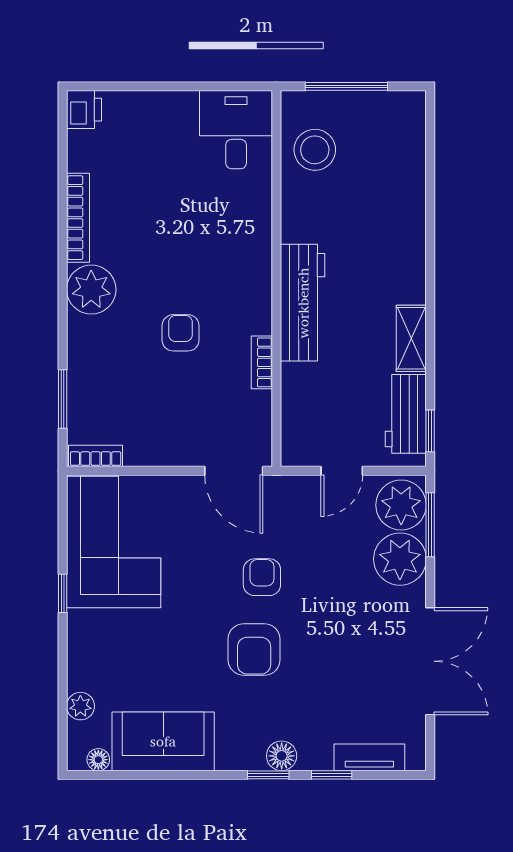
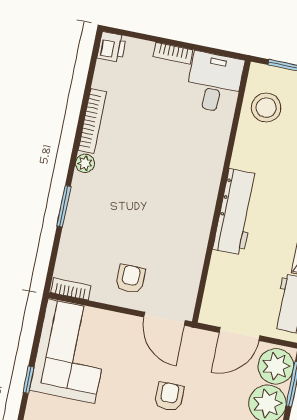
plant: (91, 290) -> (85, 163), width x0.53, depth x0.53
armchair: (181, 333) -> (130, 279), moved
bookcase: (262, 362) -> (173, 53), moved, turned -90
window: (63, 399) -> (64, 206), moved
door: (342, 471) -> (240, 334), width x1.38

